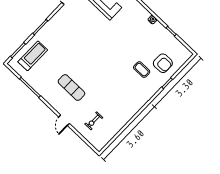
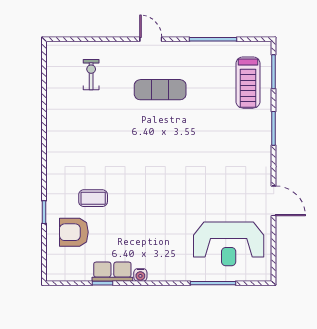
row of seats: (163, 32) -> (112, 272), added
door: (64, 120) -> (151, 39), moved

